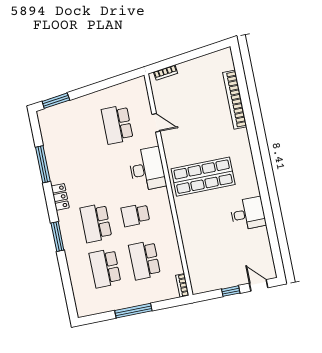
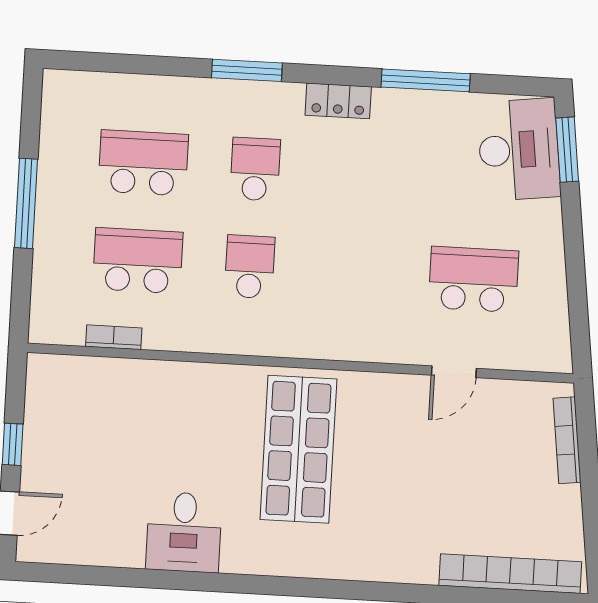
bookcase: (166, 73) -> (567, 440), width x1.56
bookcase: (235, 100) -> (510, 574), moved
desk: (147, 169) -> (519, 150), moved, turned -97
school desk: (96, 223) -> (255, 169), width x0.54
bookcase: (182, 285) -> (114, 337), moved

